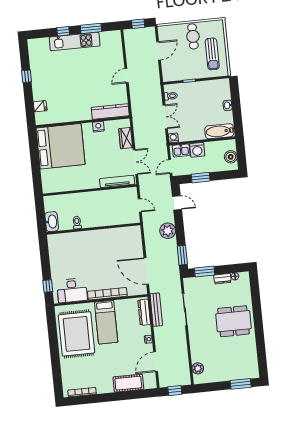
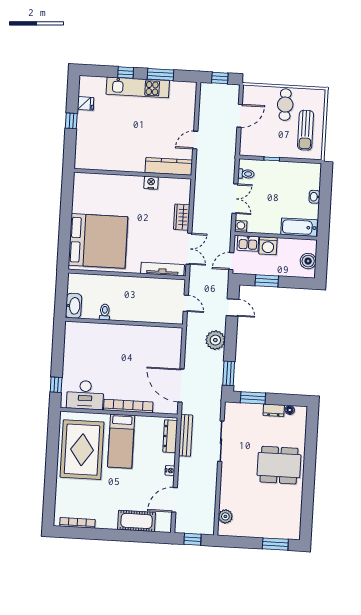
fridge: (40, 106) -> (86, 103), moved
kitchen counter: (110, 112) -> (169, 166), moved
wall: (83, 122) -> (133, 174), moved
nightstand: (98, 127) -> (151, 183), moved
bed: (61, 146) -> (98, 241), moved

